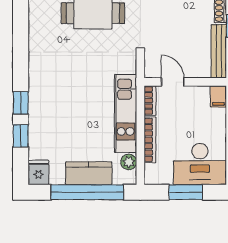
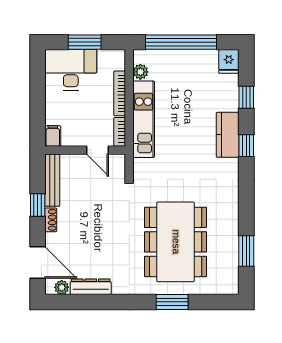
window: (21, 103) -> (246, 146), moved
kitchen counter: (89, 173) -> (228, 135), moved, turned 90

